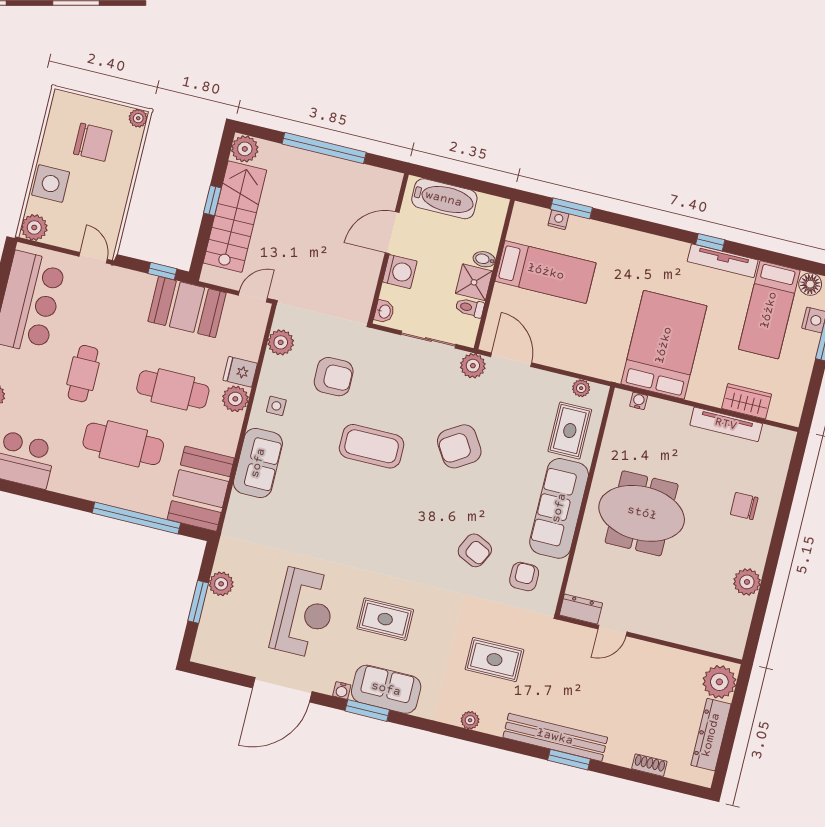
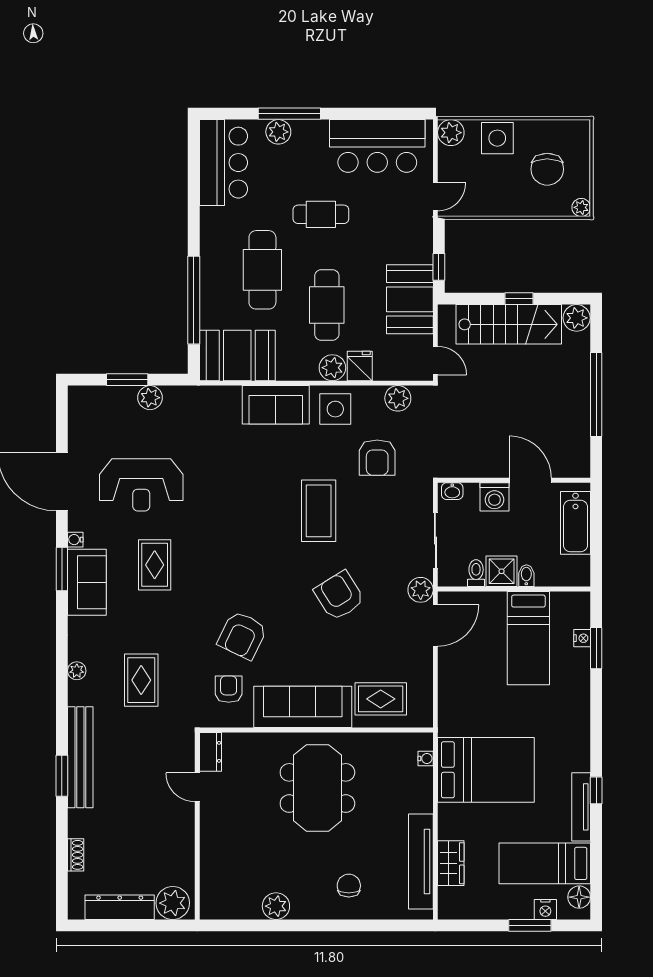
plant: (581, 388) -> (424, 700), removed
side table: (276, 406) -> (335, 409), width x1.87, depth x1.87
tv unit: (726, 424) -> (421, 861), width x1.36, depth x1.29
armchair: (475, 550) -> (242, 635), width x1.38, depth x1.38
armchair: (524, 577) -> (229, 689), turned -90

